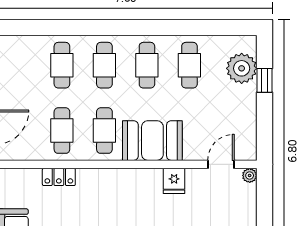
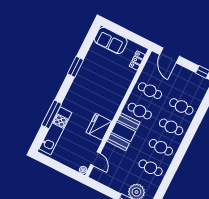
locker: (59, 177) -> (137, 61), moved
fridge: (174, 181) -> (99, 127), width x1.88, depth x1.34

